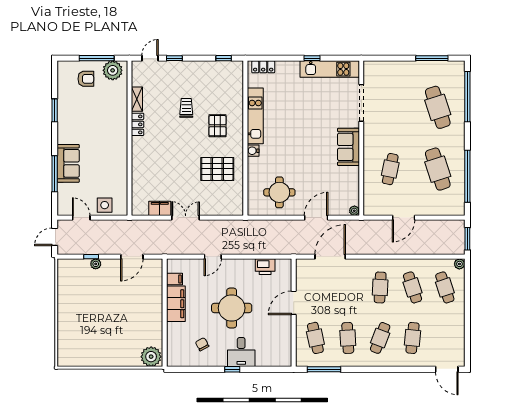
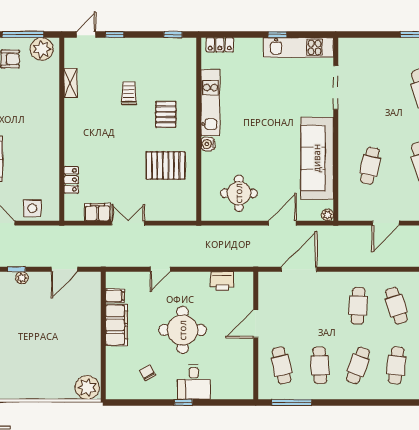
locker: (137, 124) -> (71, 180), moved
sofa: (348, 147) -> (317, 158), width x1.85, depth x1.27

